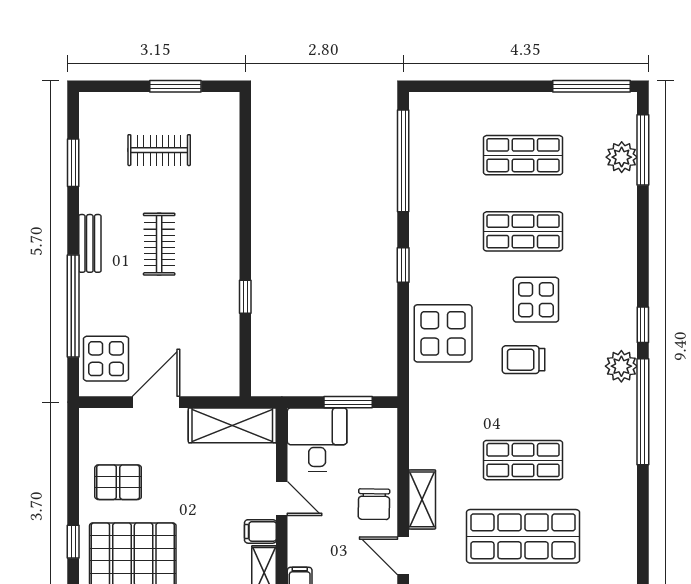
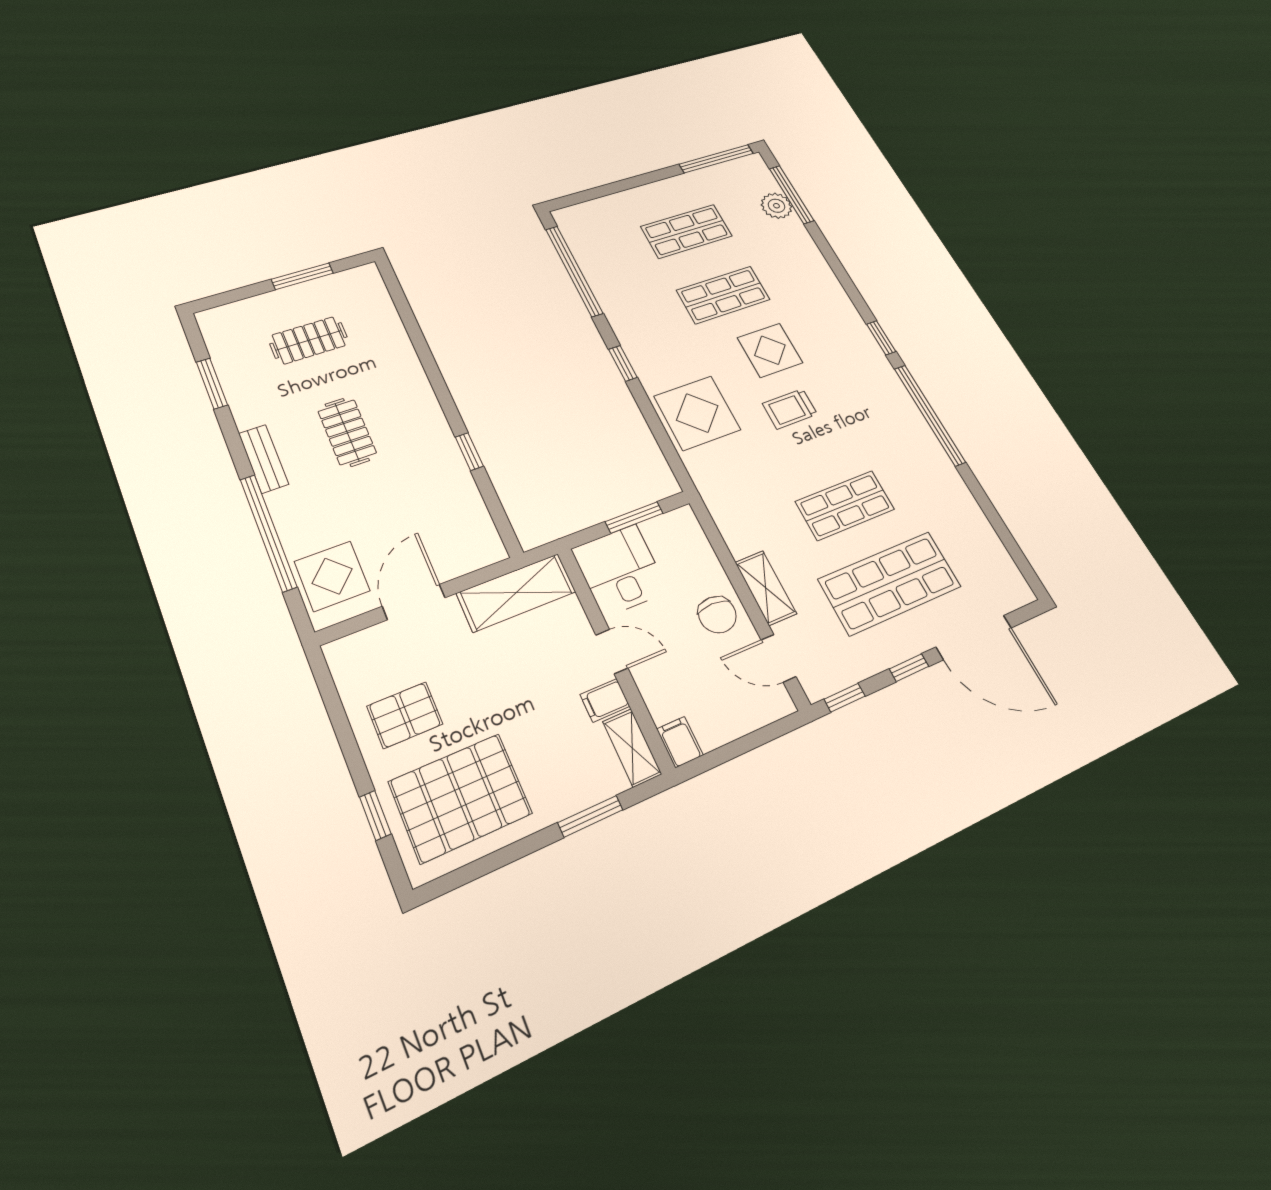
plant: (621, 366) -> (884, 381), removed

